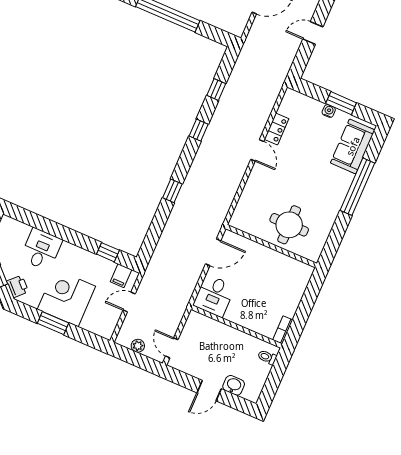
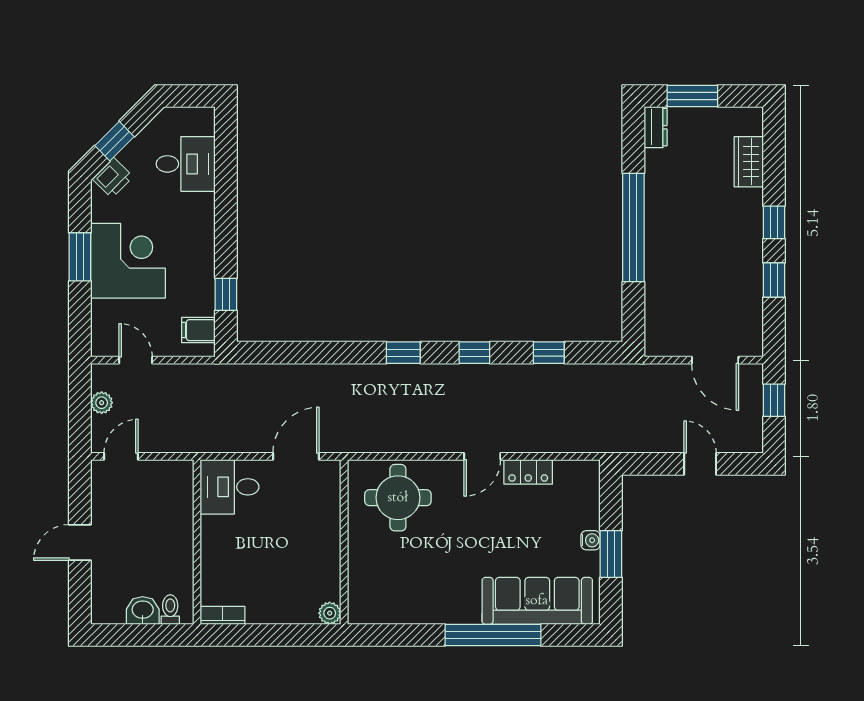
sofa: (353, 146) -> (537, 601), width x1.36
window: (172, 191) -> (403, 353), moved
round table: (289, 225) -> (398, 498), moved
desk: (41, 249) -> (186, 164), moved
door: (213, 252) -> (296, 456), swing flipped
plant: (307, 271) -> (330, 613), added
door: (129, 302) -> (136, 360), moved
washbasin: (234, 385) -> (143, 610), moved, turned -90
door: (209, 391) -> (80, 542), hinge flipped

